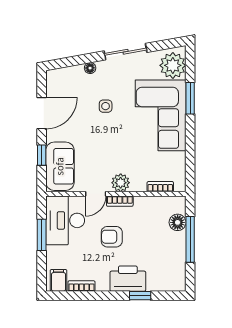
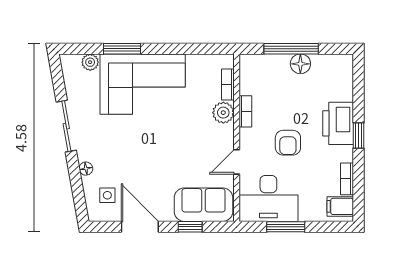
plant: (173, 65) -> (90, 62), width x0.53, depth x0.53
side table: (106, 106) -> (107, 195), moved
plant: (121, 183) -> (223, 113), moved
door: (96, 194) -> (237, 162), swing flipped
bookcase: (120, 201) -> (245, 111), moved
floor lamp: (178, 222) -> (300, 64), moved
window: (140, 296) -> (358, 136), moved

